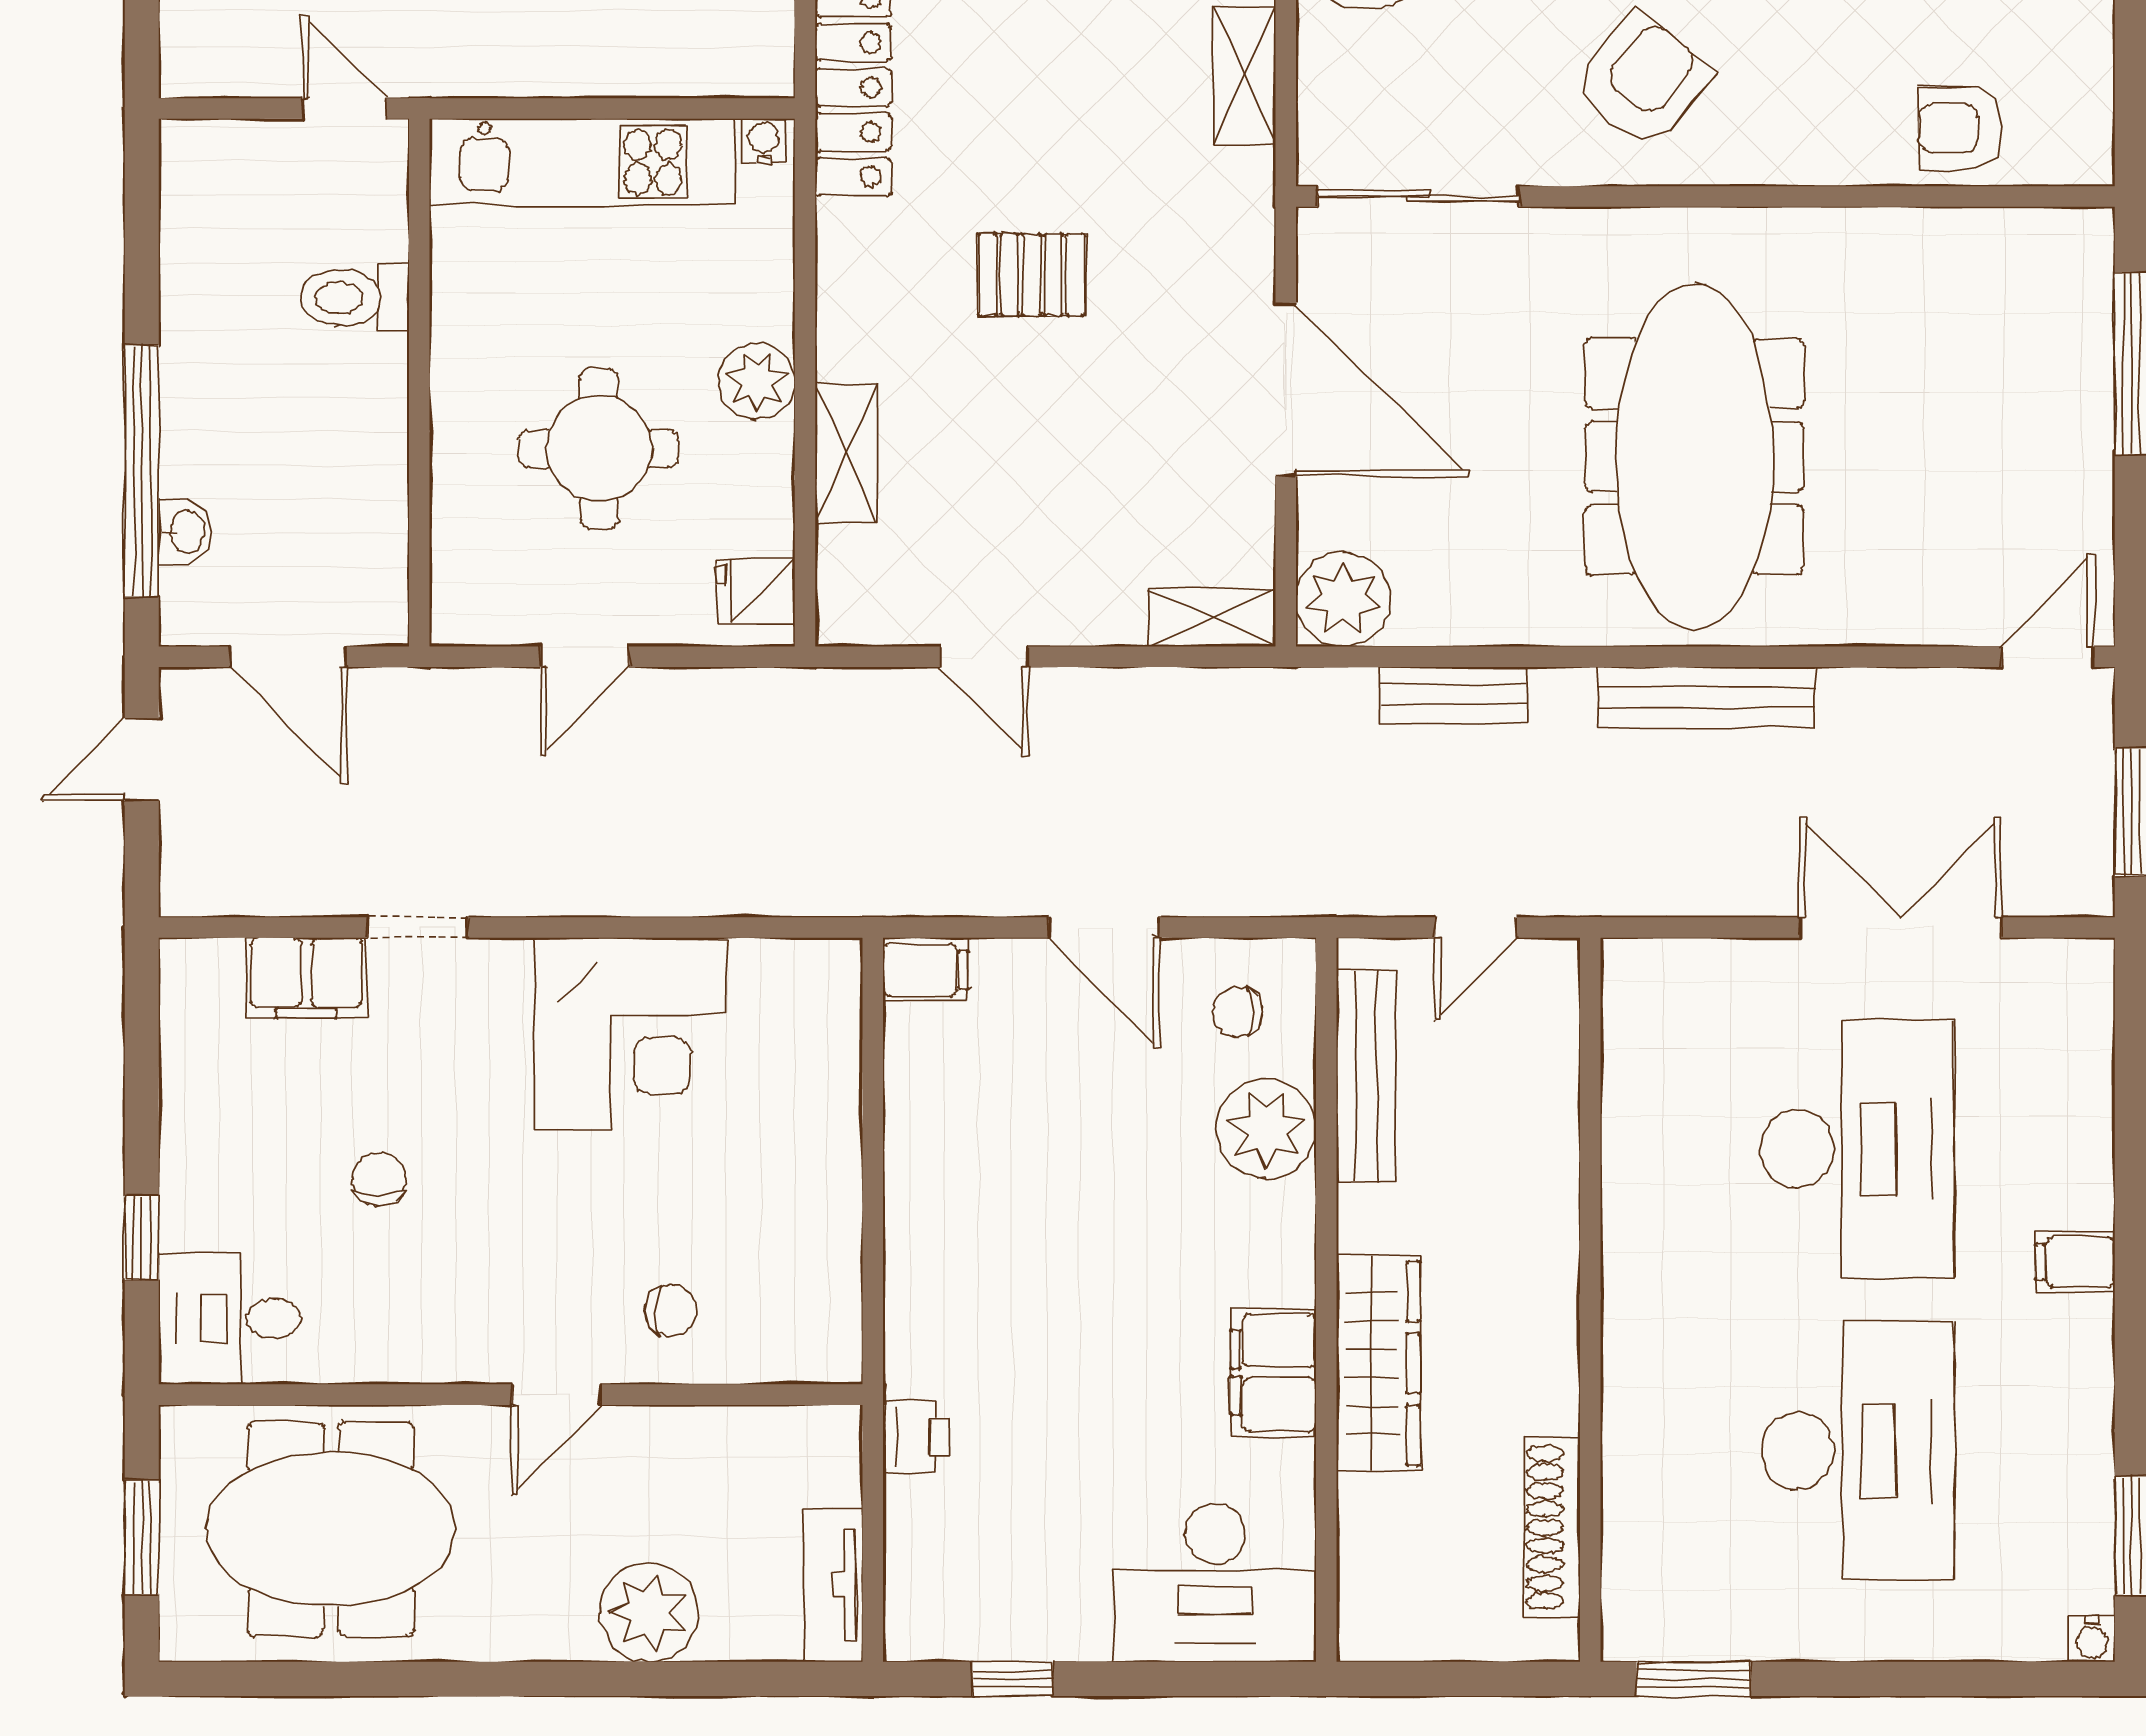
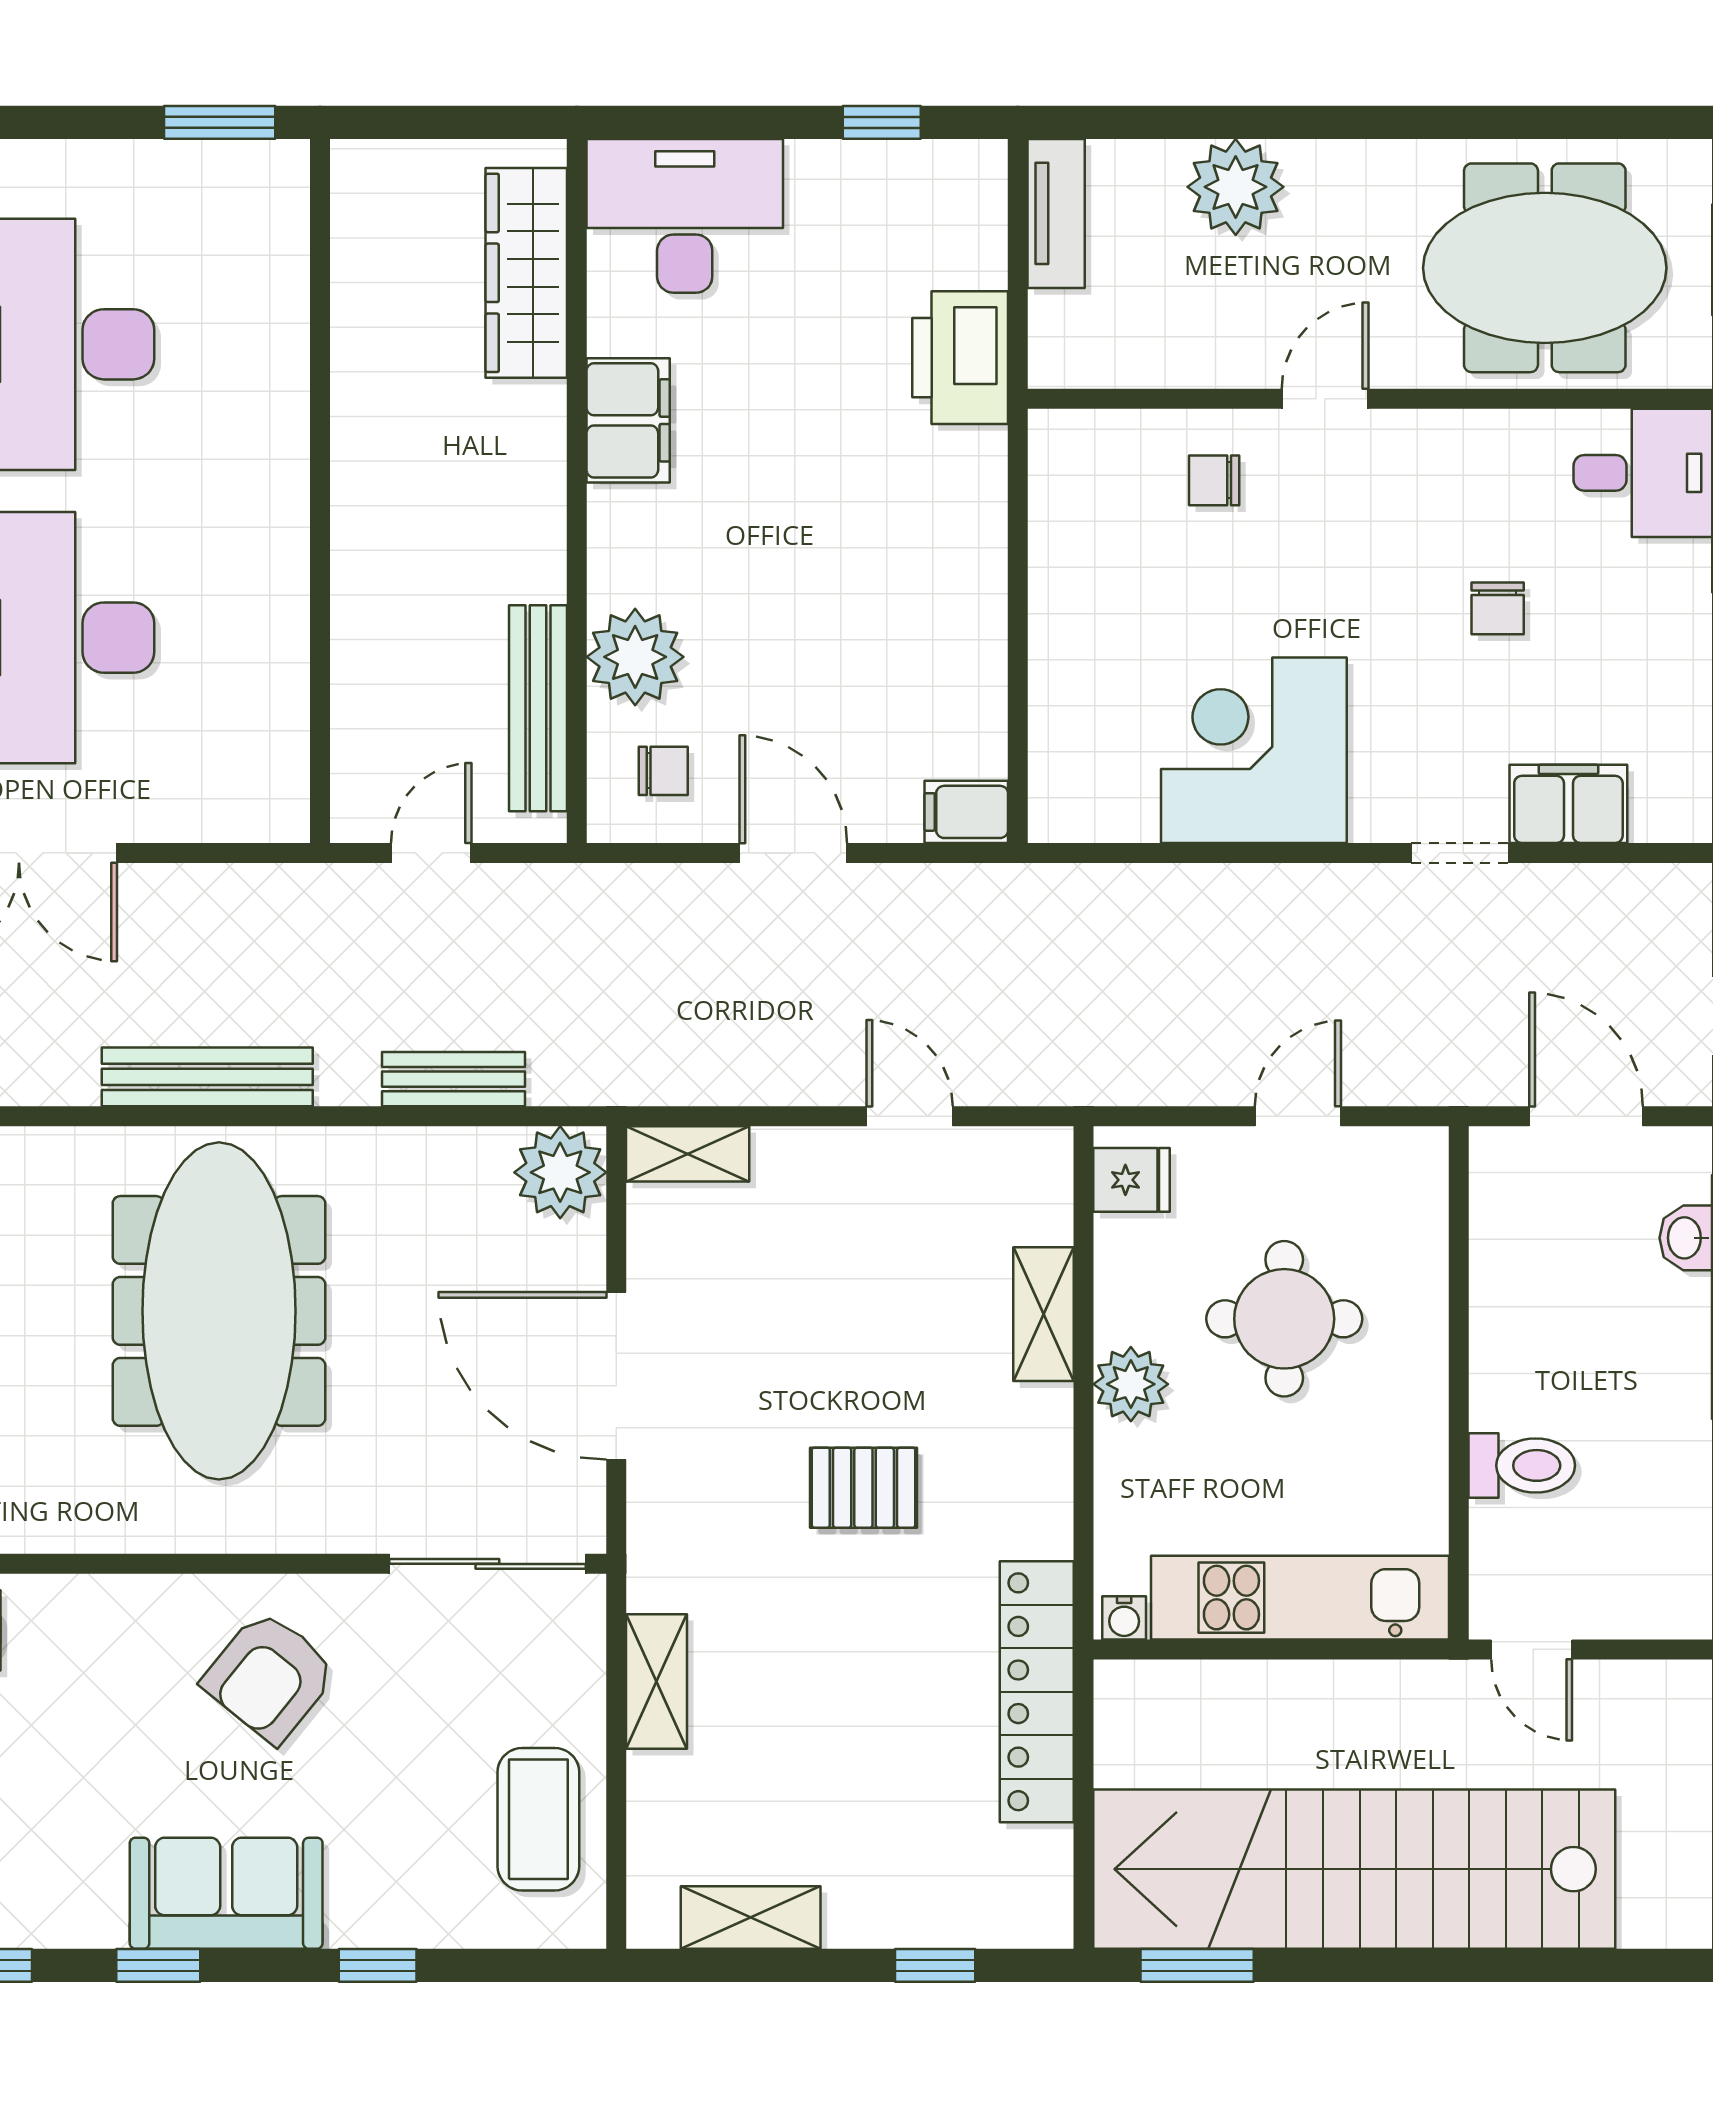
wardrobe: (1378, 1363) -> (526, 273), moved
printer: (916, 1437) -> (960, 358), width x1.87, depth x1.48
shoe rack: (1552, 1527) -> (357, 270), removed

